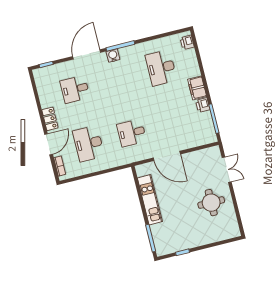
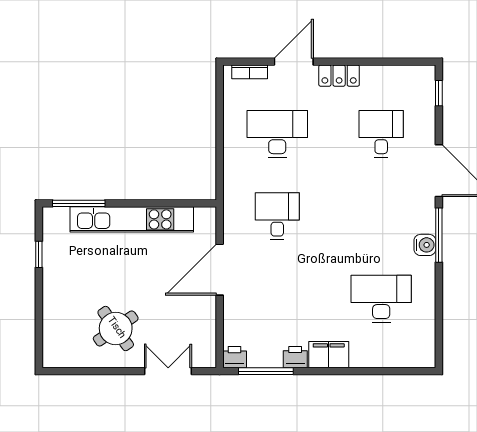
printer: (187, 42) -> (235, 357), moved
water cooler: (113, 55) -> (425, 245), moved
door: (49, 144) -> (294, 62), swing flipped
double door: (227, 170) -> (168, 371), swing flipped
kitchen unit: (150, 200) -> (132, 219), width x1.36
round table: (211, 203) -> (116, 328), turned -35

